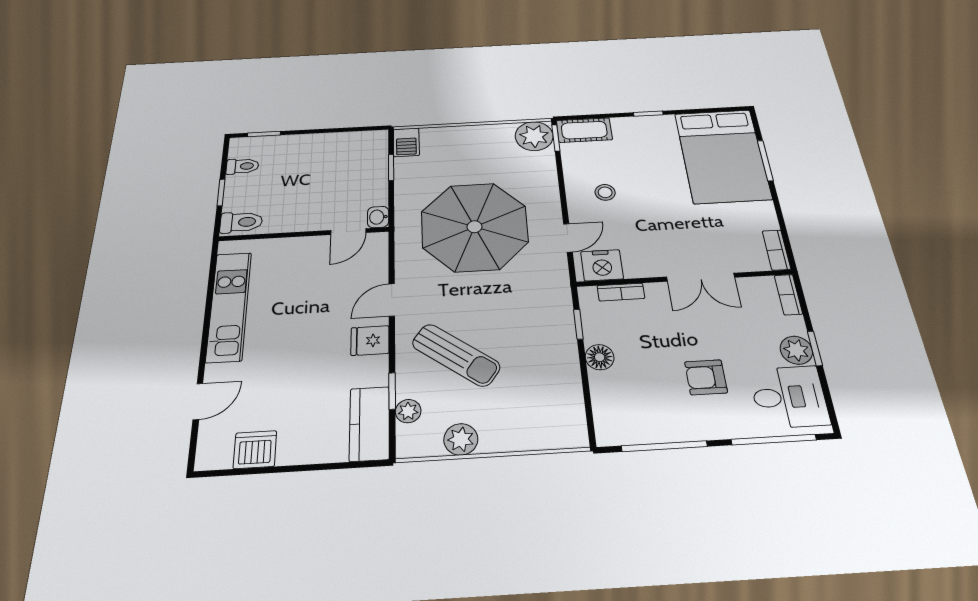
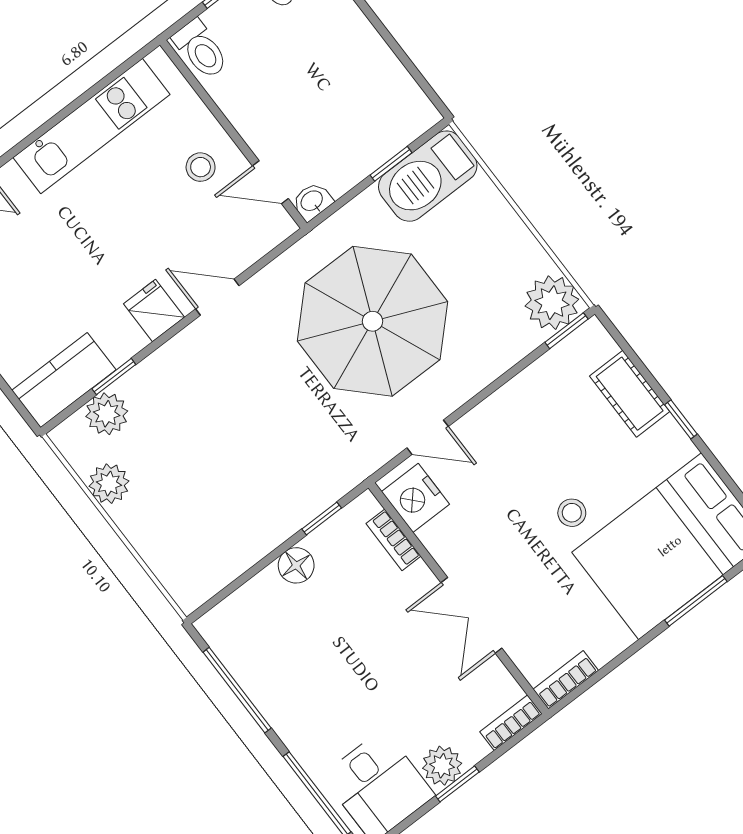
cot: (584, 130) -> (630, 394), moved
barbecue: (406, 142) -> (428, 176), width x1.88, depth x1.53
stool: (605, 192) -> (572, 513), moved
stool: (307, 262) -> (201, 167), added
sun lounger: (456, 355) -> (198, 414), removed
armchair: (706, 377) -> (345, 689), removed
plant: (408, 411) -> (107, 414), width x1.38, depth x1.38

